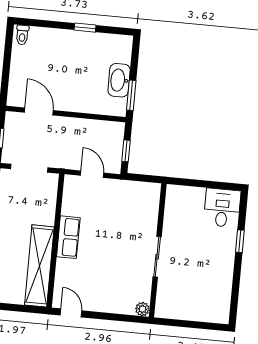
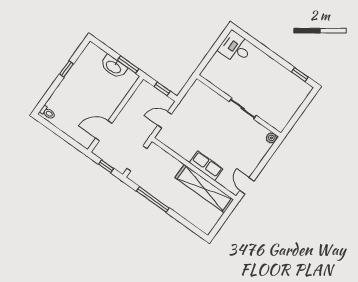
row of seats: (68, 237) -> (206, 166), moved
window: (240, 241) -> (300, 75), moved
door: (71, 313) -> (247, 186), hinge flipped

